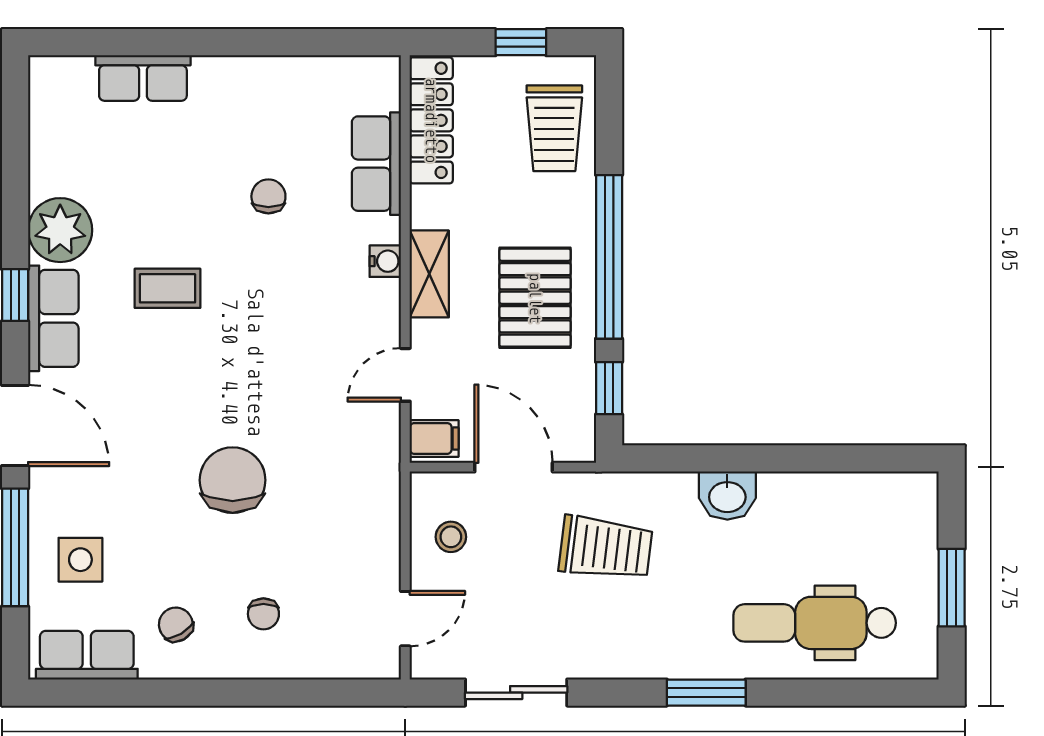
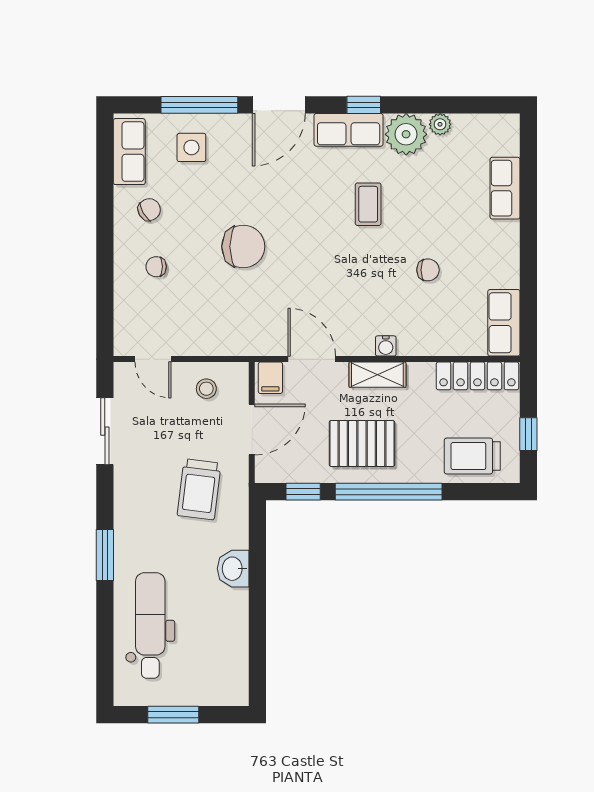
row of seats: (376, 164) -> (504, 323), moved, turned -90
plant: (45, 178) -> (440, 124), added
door: (405, 375) -> (312, 359), width x1.38

